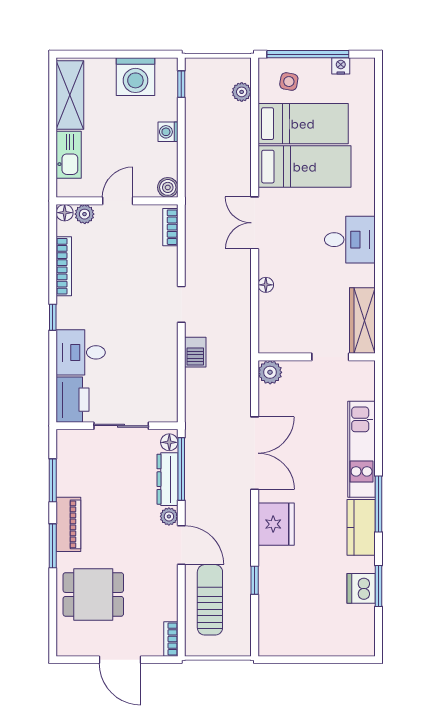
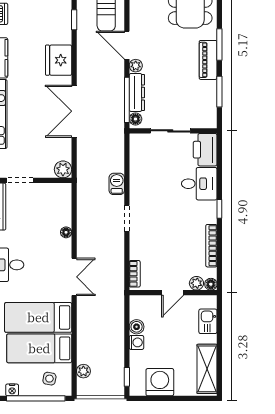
kitchen sink: (69, 155) -> (208, 321), width x0.73
boiler: (168, 187) -> (137, 327), moved

